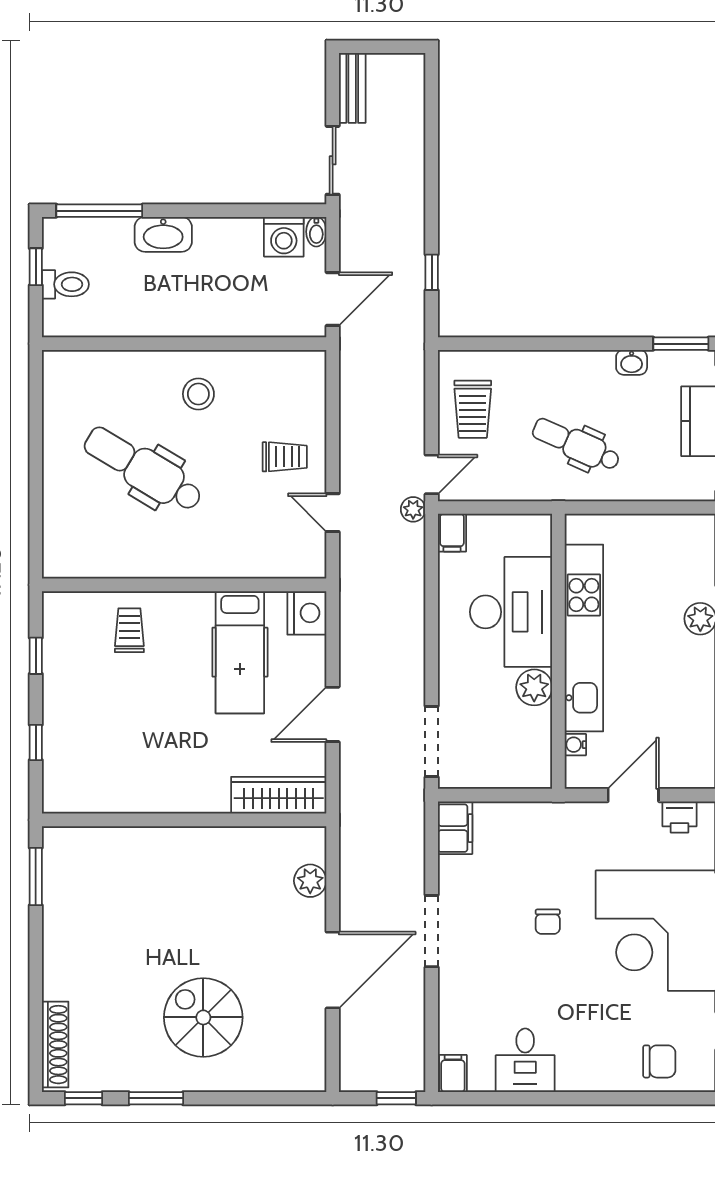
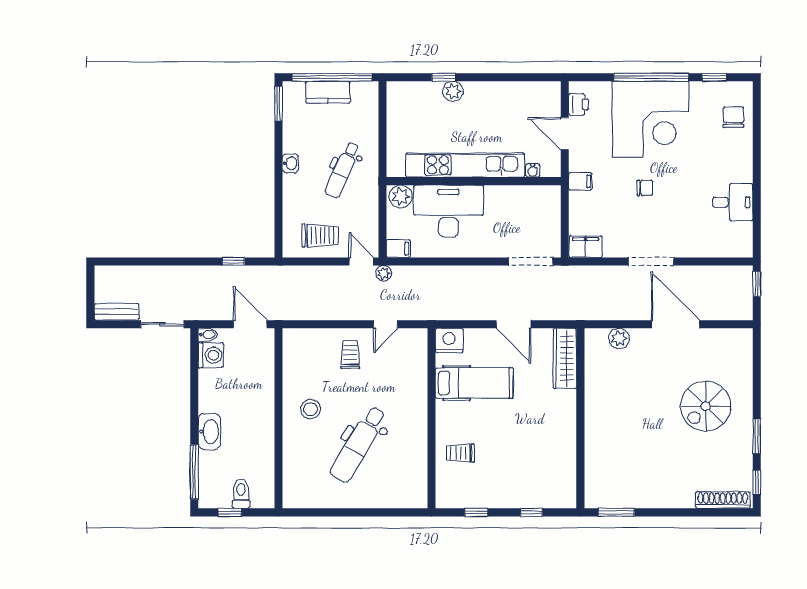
washbasin: (632, 362) -> (290, 163), moved
plant: (534, 687) -> (401, 196), moved
filing cabinet: (453, 1074) -> (580, 181), moved, turned 180

